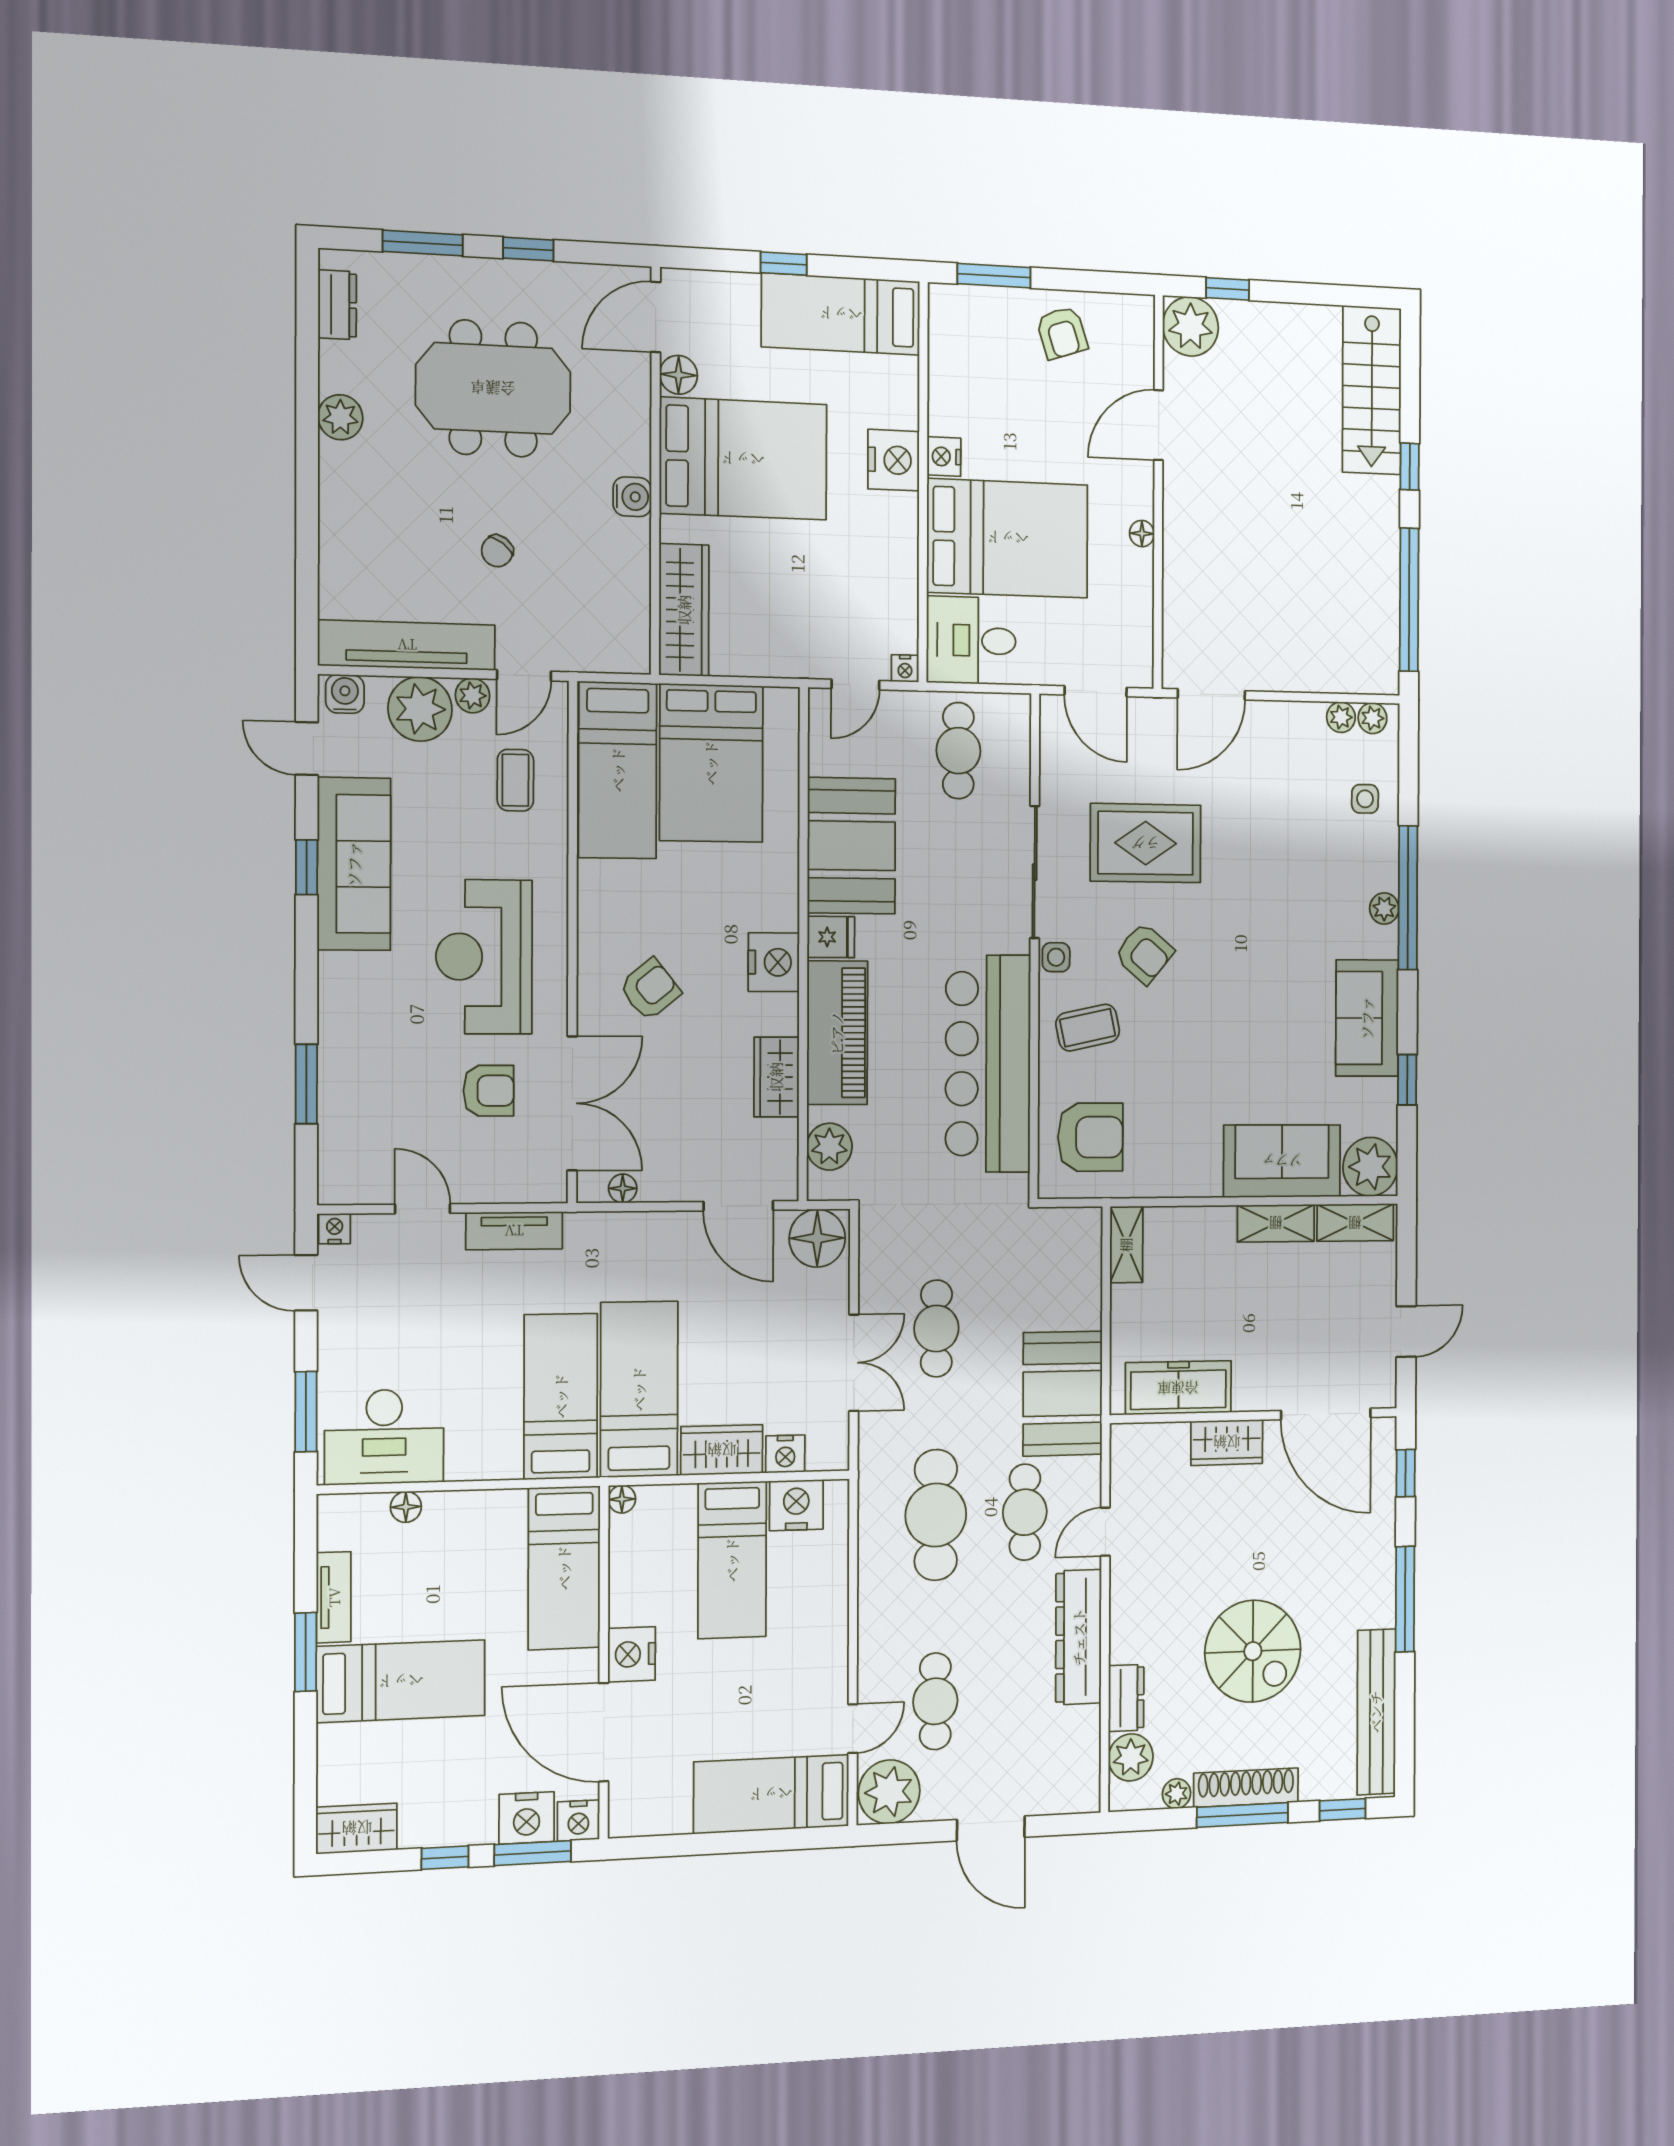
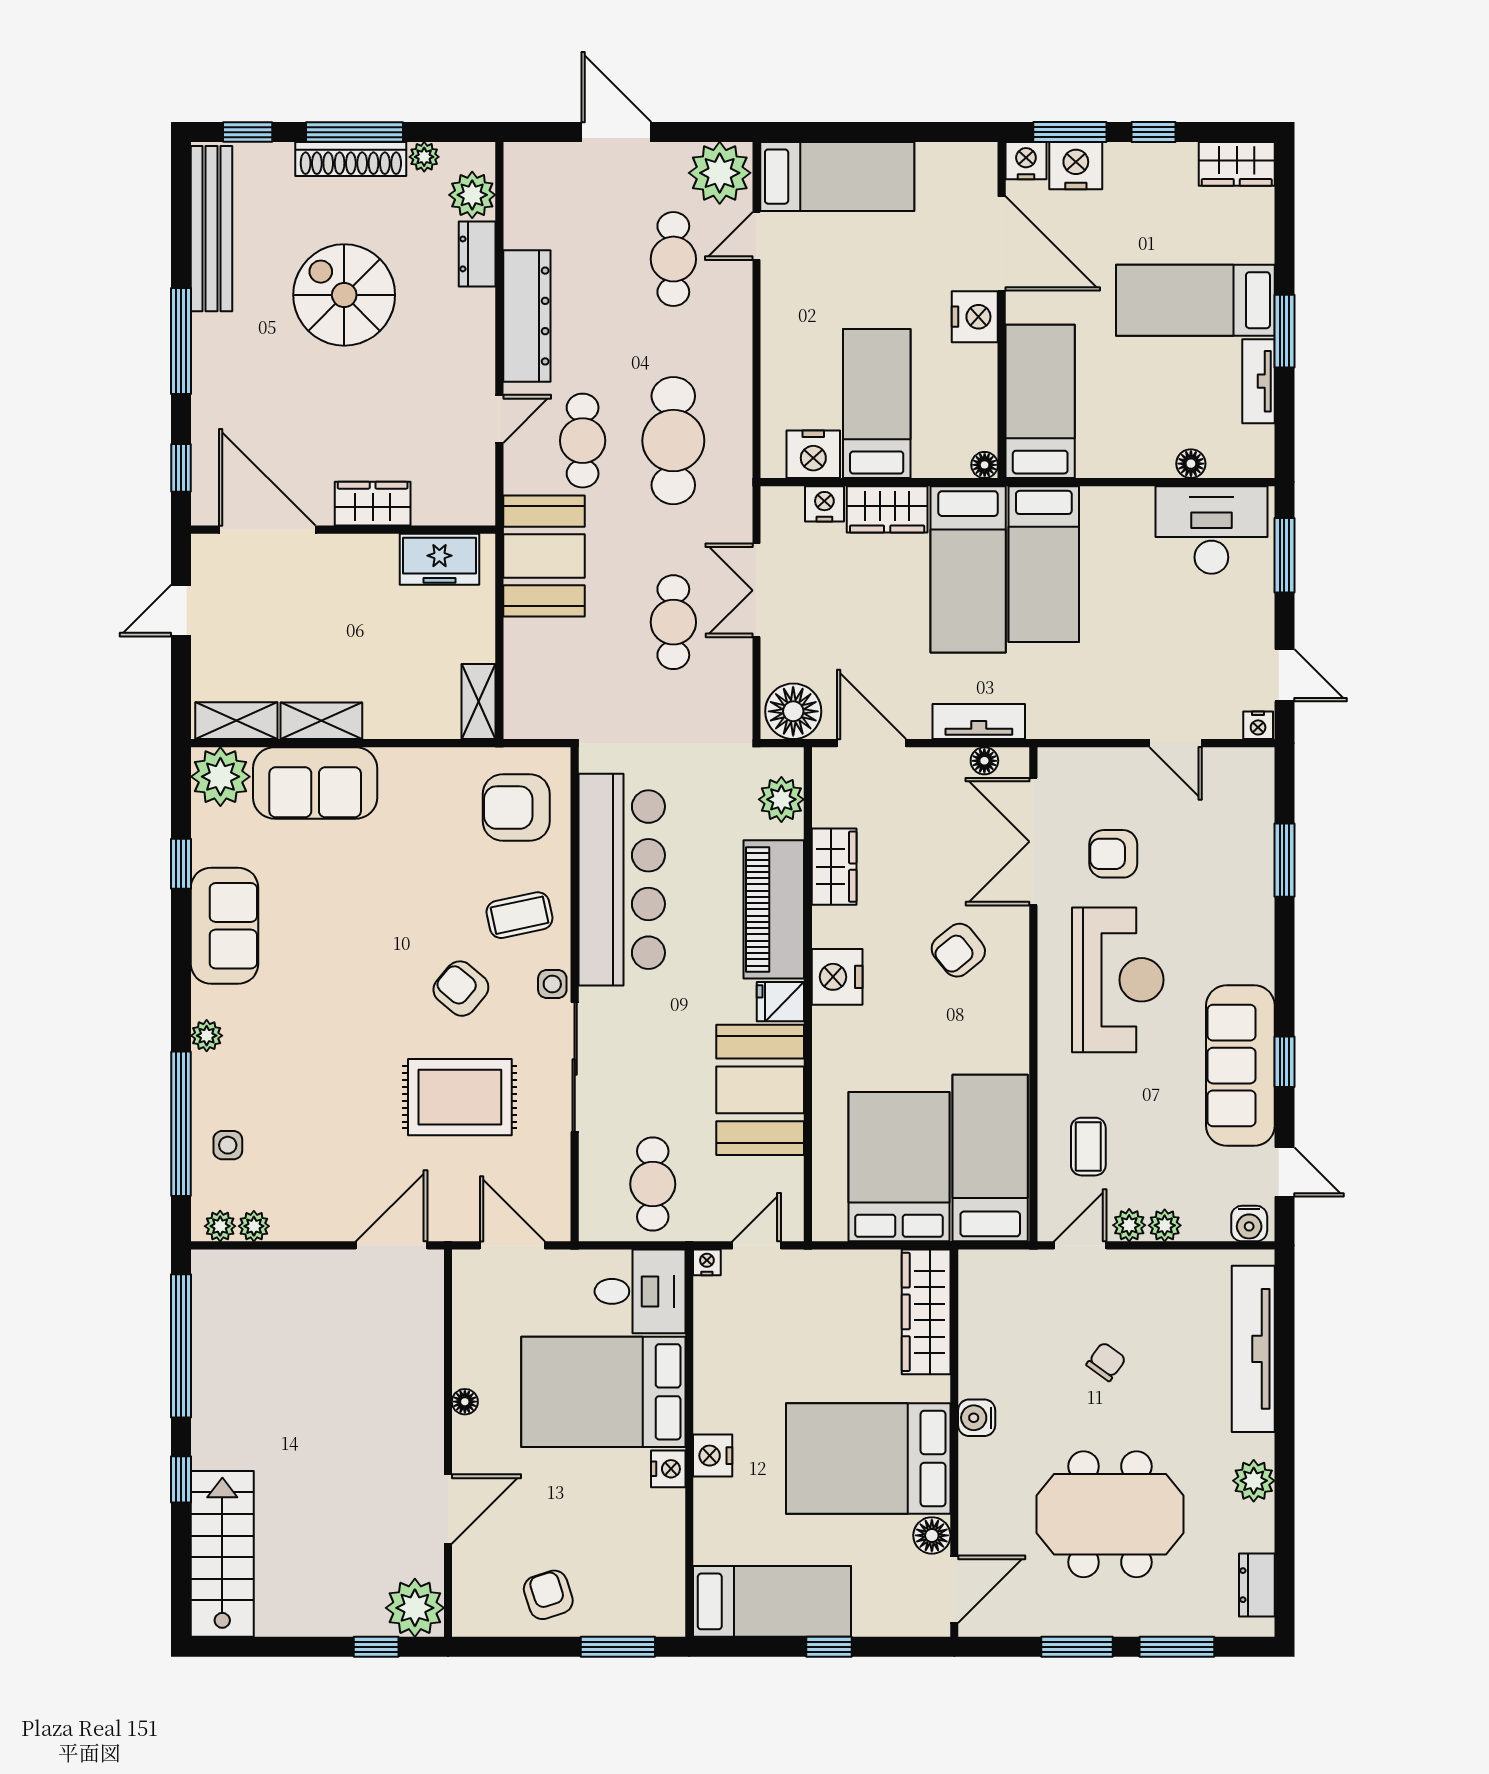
window: (528, 249) -> (1077, 1647), width x1.50
nightstand: (894, 460) -> (713, 1456), width x0.74, depth x0.75
tv unit: (407, 645) -> (1253, 1349), moved, turned 90
plant: (420, 709) -> (1165, 1225), width x0.53, depth x0.53
window: (1408, 898) -> (181, 1124), moved
tv unit: (514, 1231) -> (979, 722), moved
freezer: (1178, 1388) -> (439, 559), width x0.71

